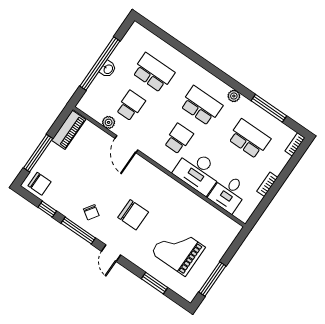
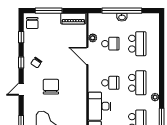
door: (126, 144) -> (87, 56), hinge flipped
chair: (133, 215) -> (51, 87), turned 180
window: (78, 231) -> (21, 62), width x0.46

